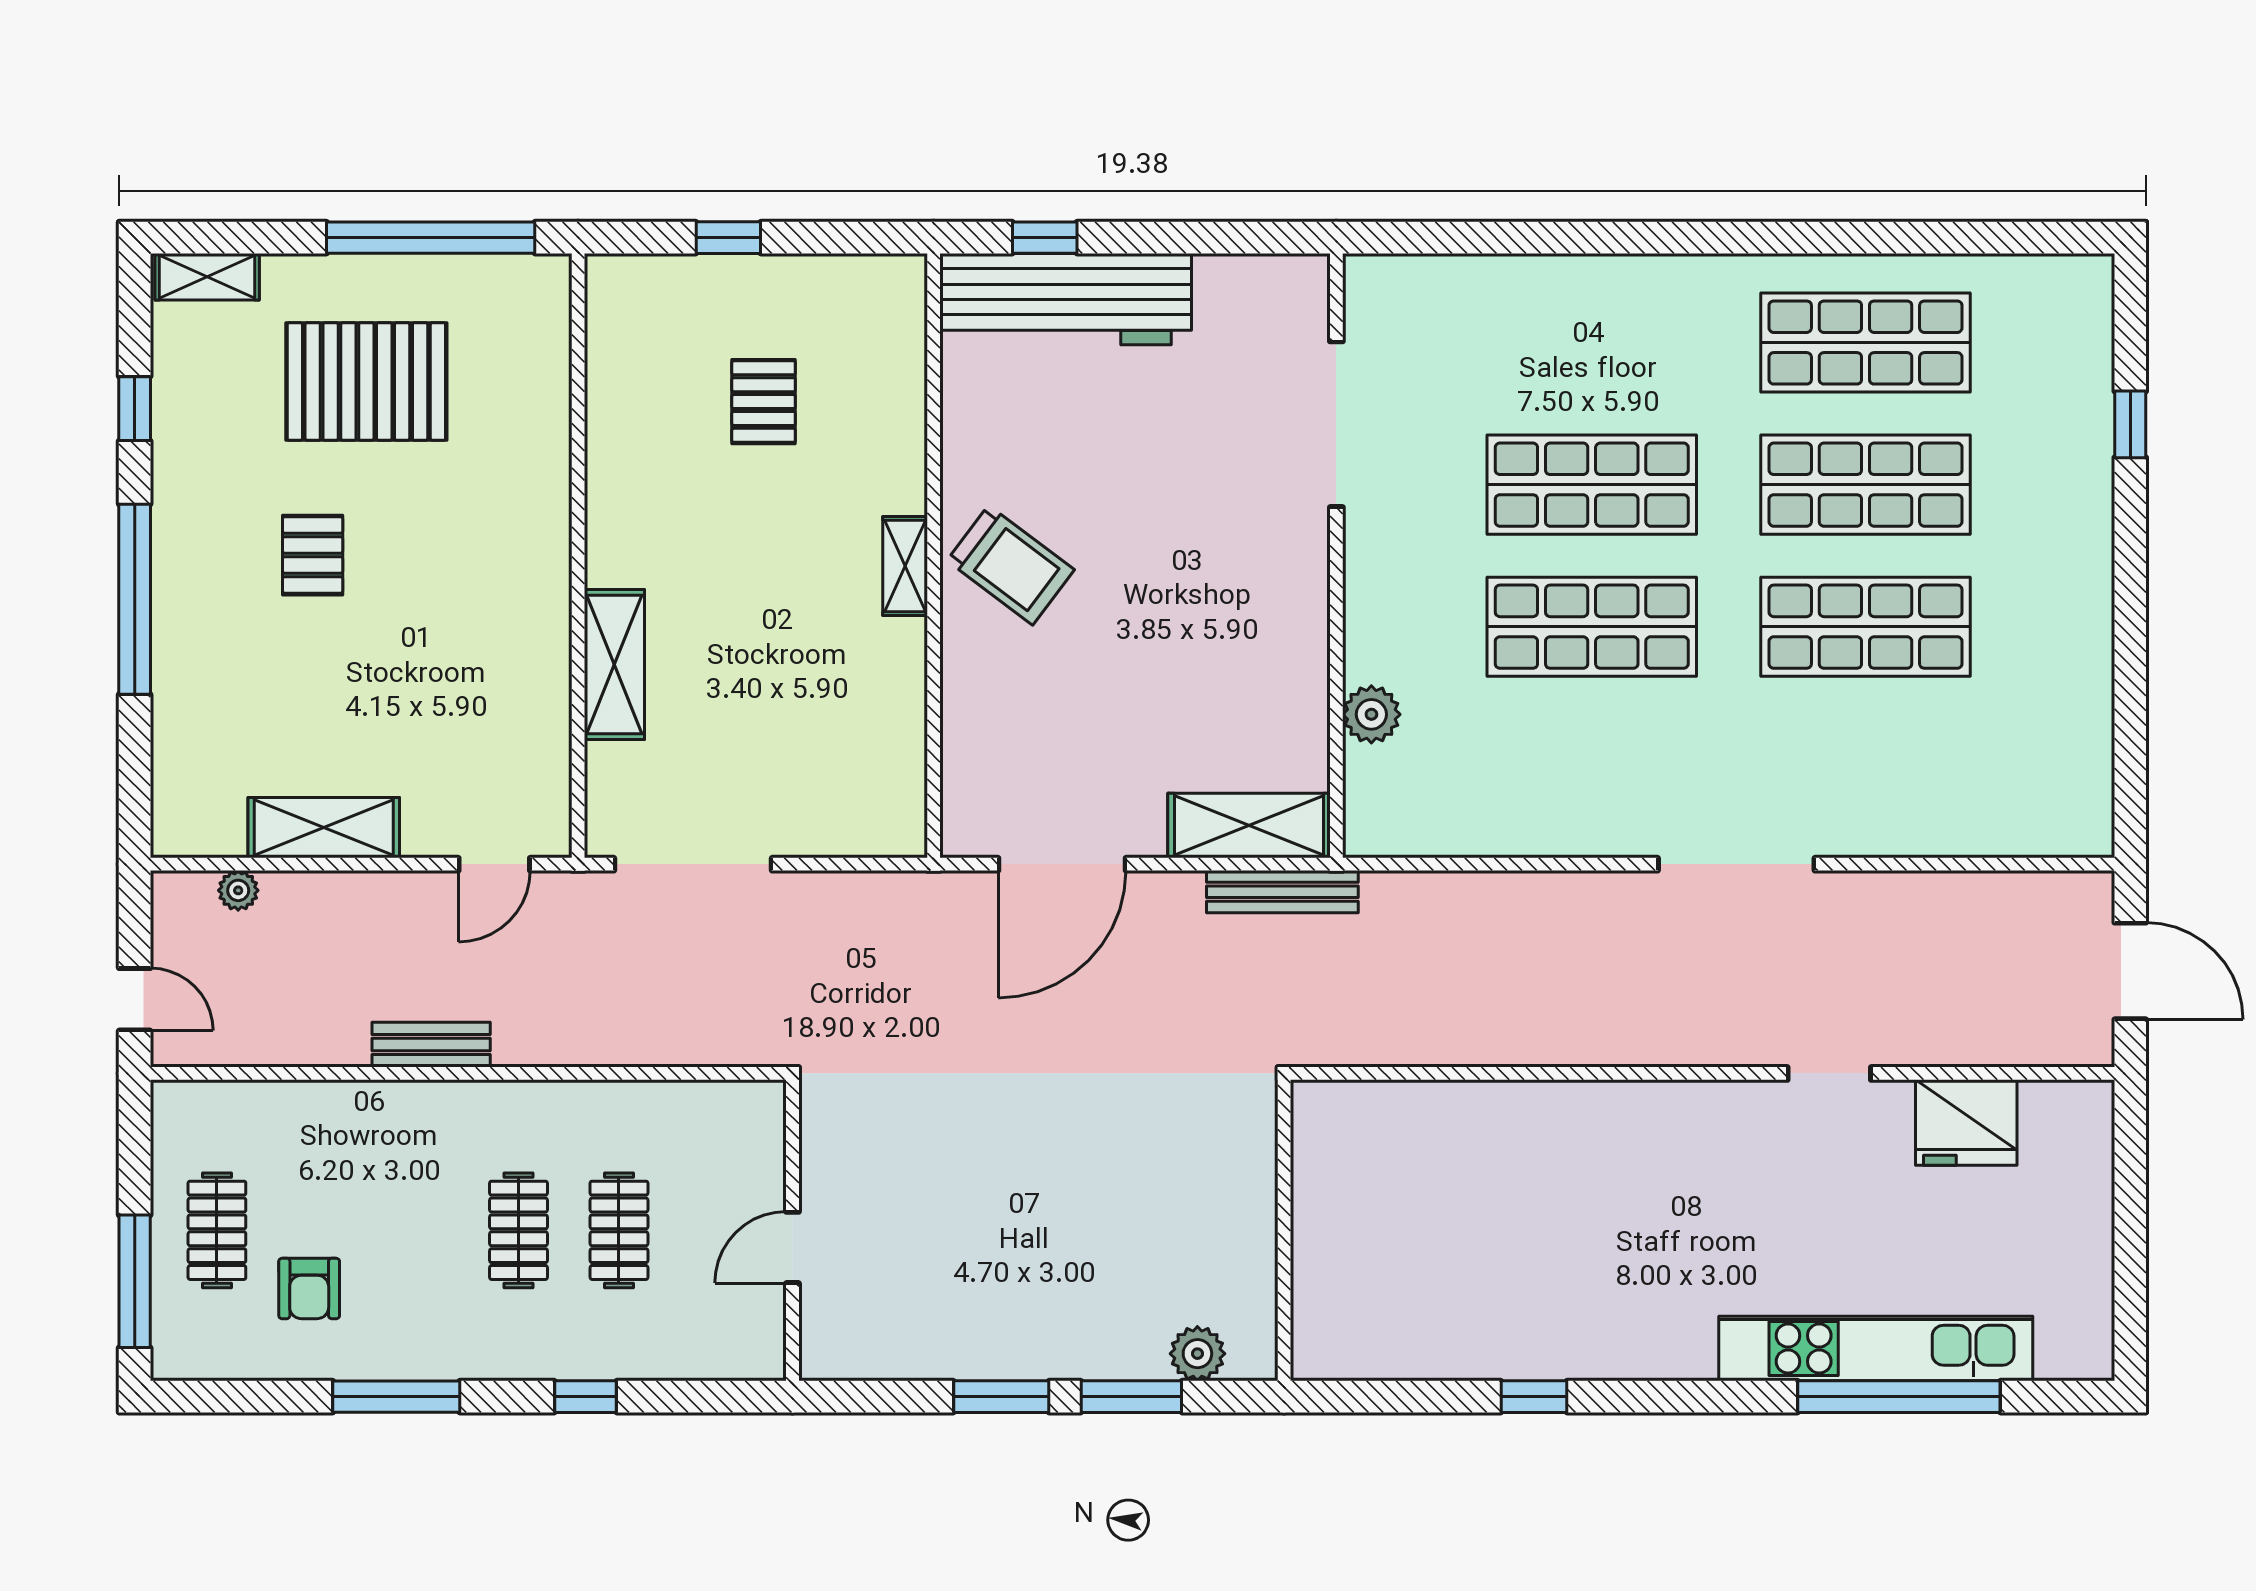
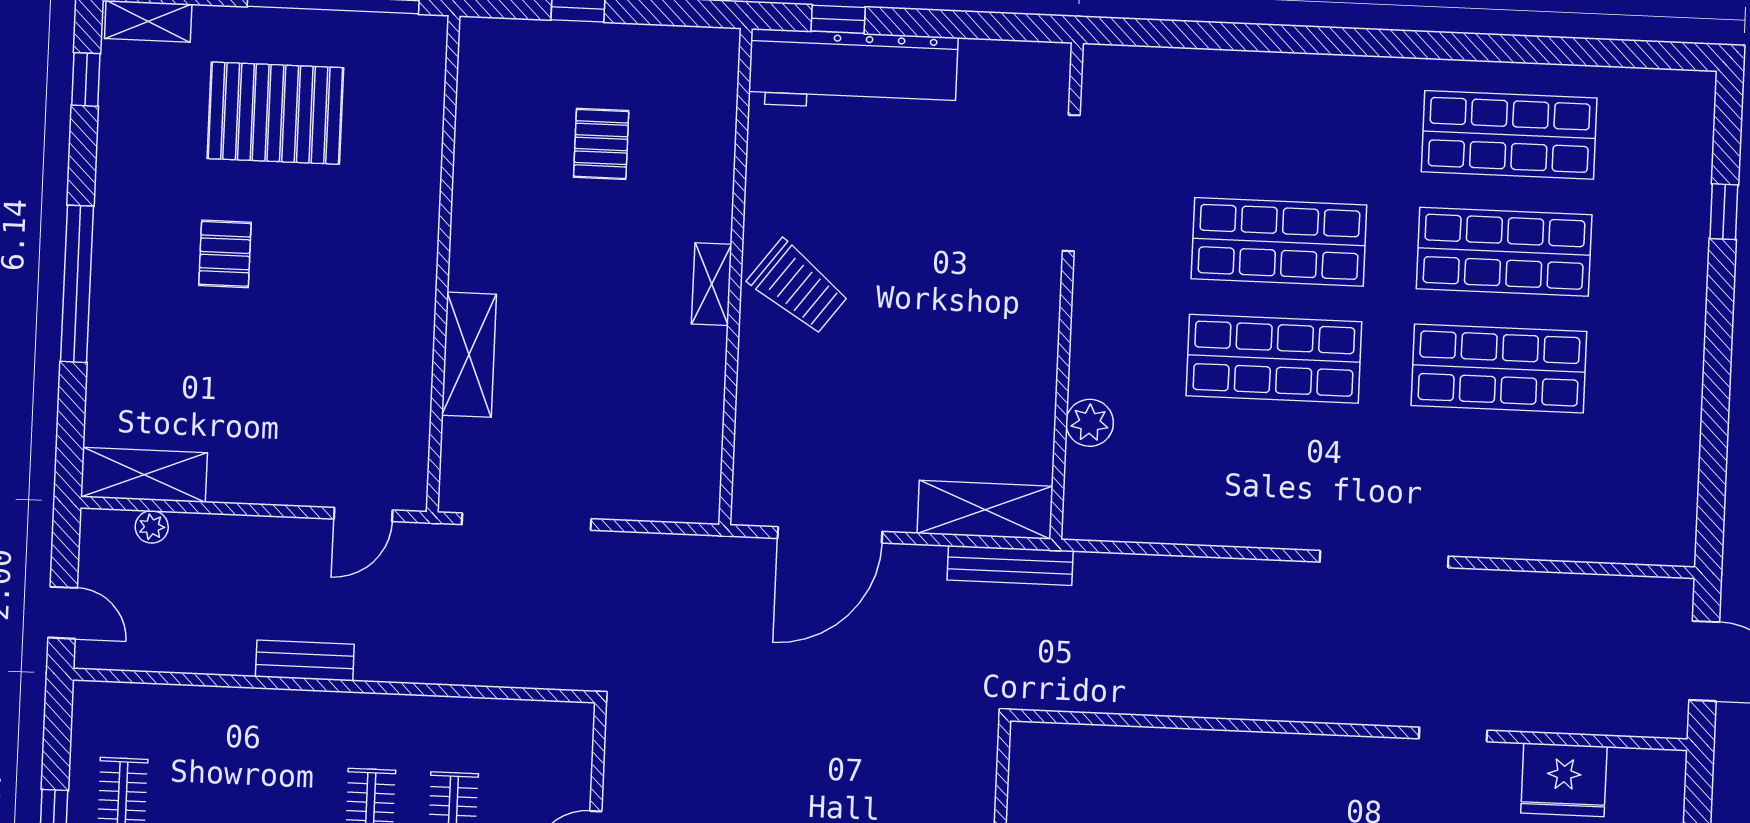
window: (135, 409) -> (86, 79), moved
shelving: (324, 828) -> (144, 475), moved

